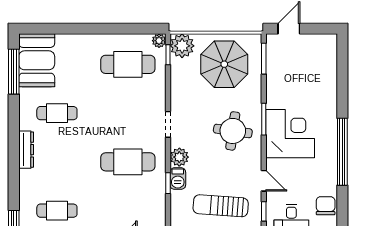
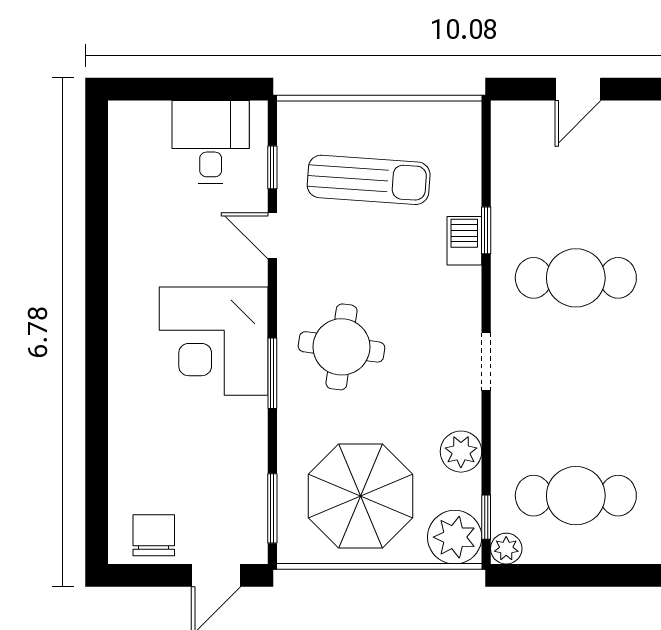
window: (342, 152) -> (97, 301), removed
plant: (179, 157) -> (461, 452), moved
chair: (326, 206) -> (154, 535), moved, turned 180

